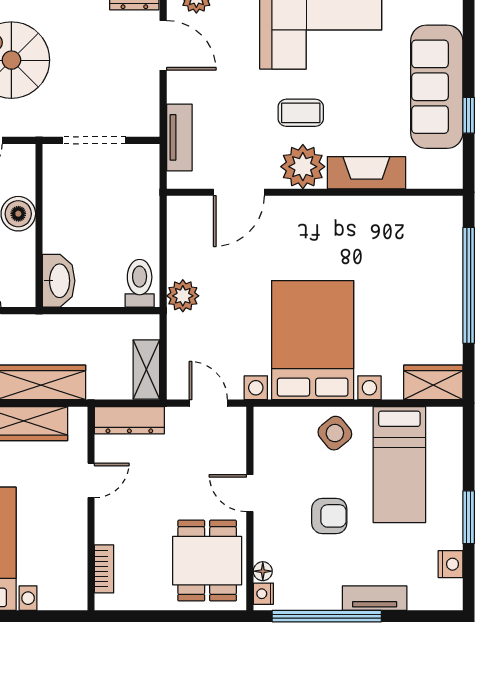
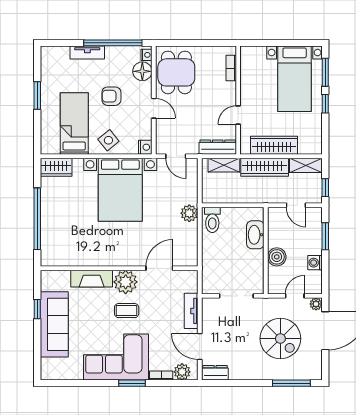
tv unit: (179, 137) -> (191, 311), moved
washbasin: (59, 281) -> (255, 235), moved
shelving: (146, 369) -> (224, 165), moved, turned 90
nightstand: (451, 564) -> (145, 147), moved, turned 180
floor lamp: (263, 571) -> (142, 71), width x1.89, depth x1.89

